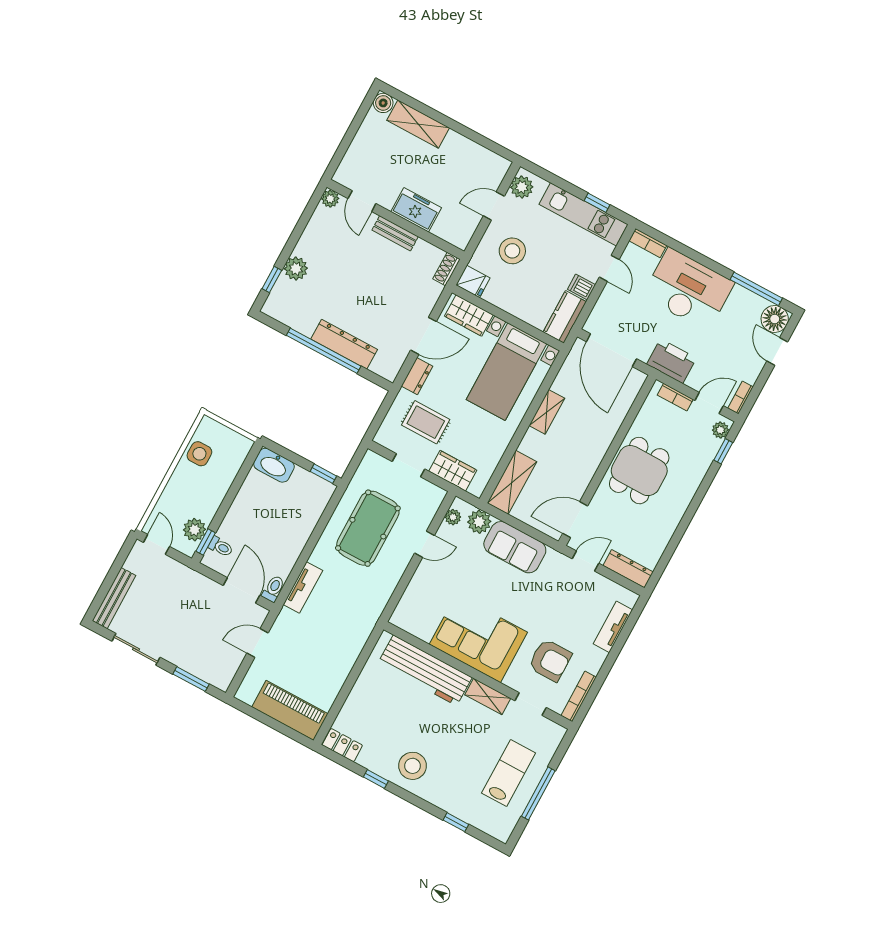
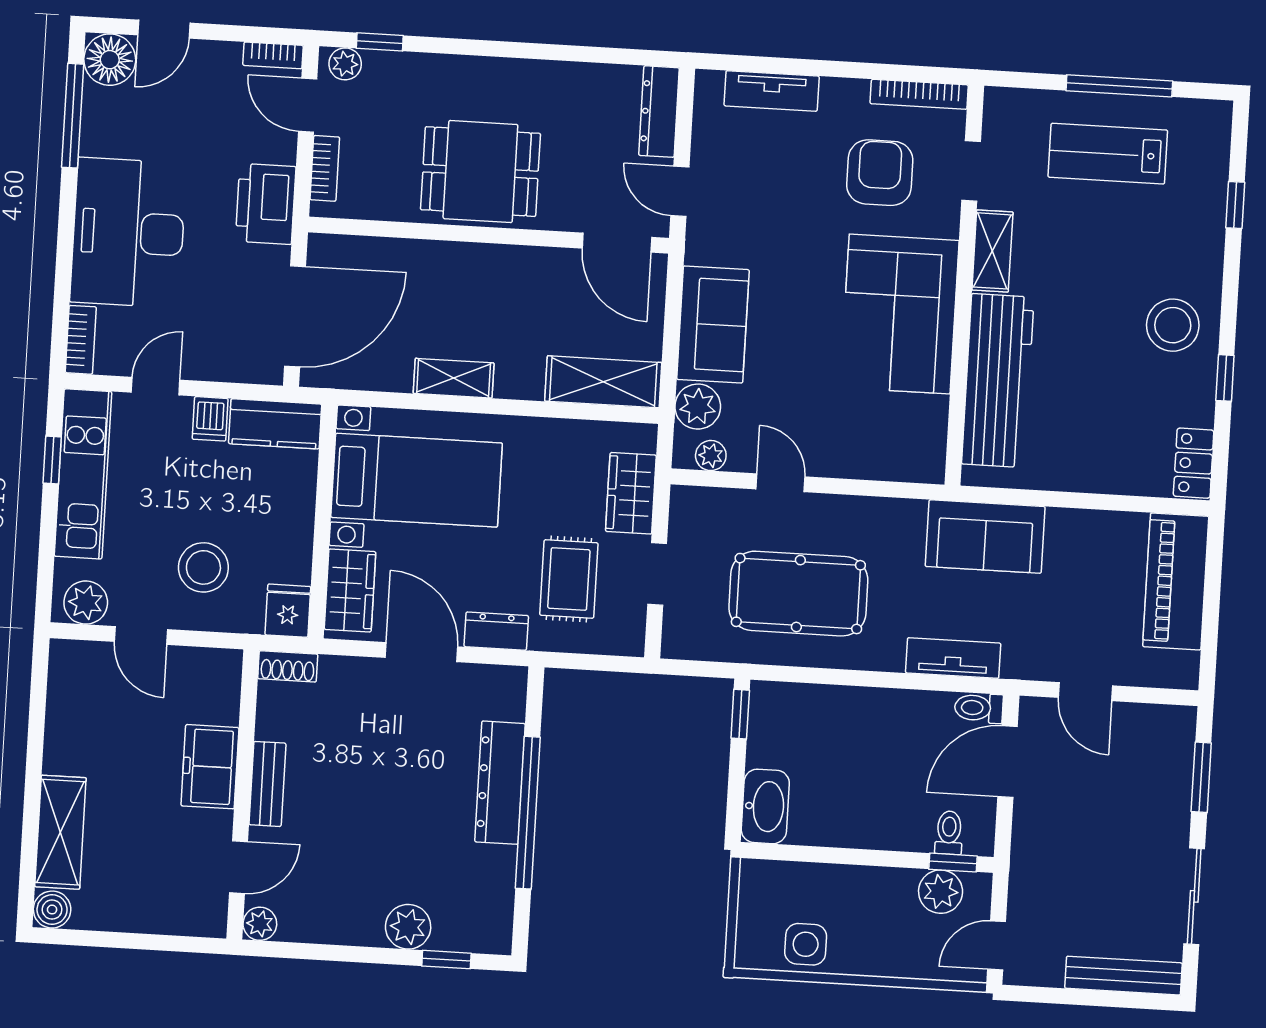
sofa: (354, 630) -> (985, 537), added

